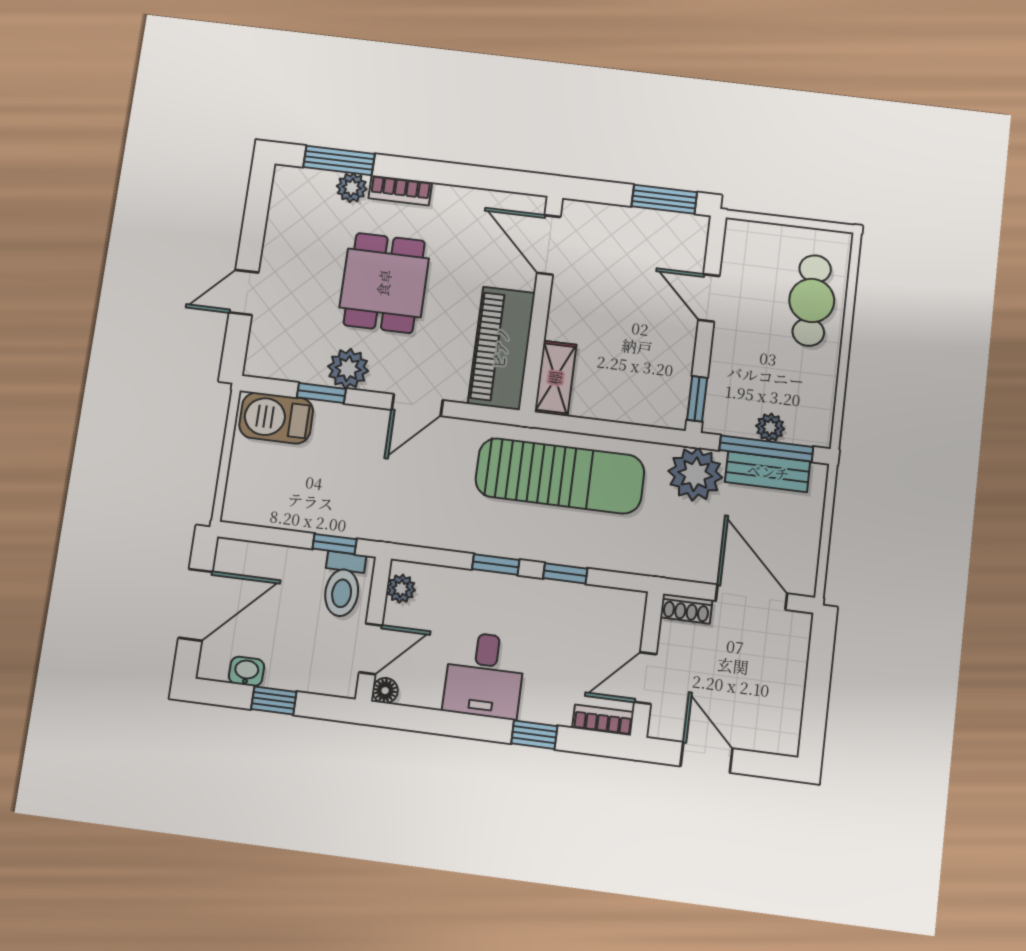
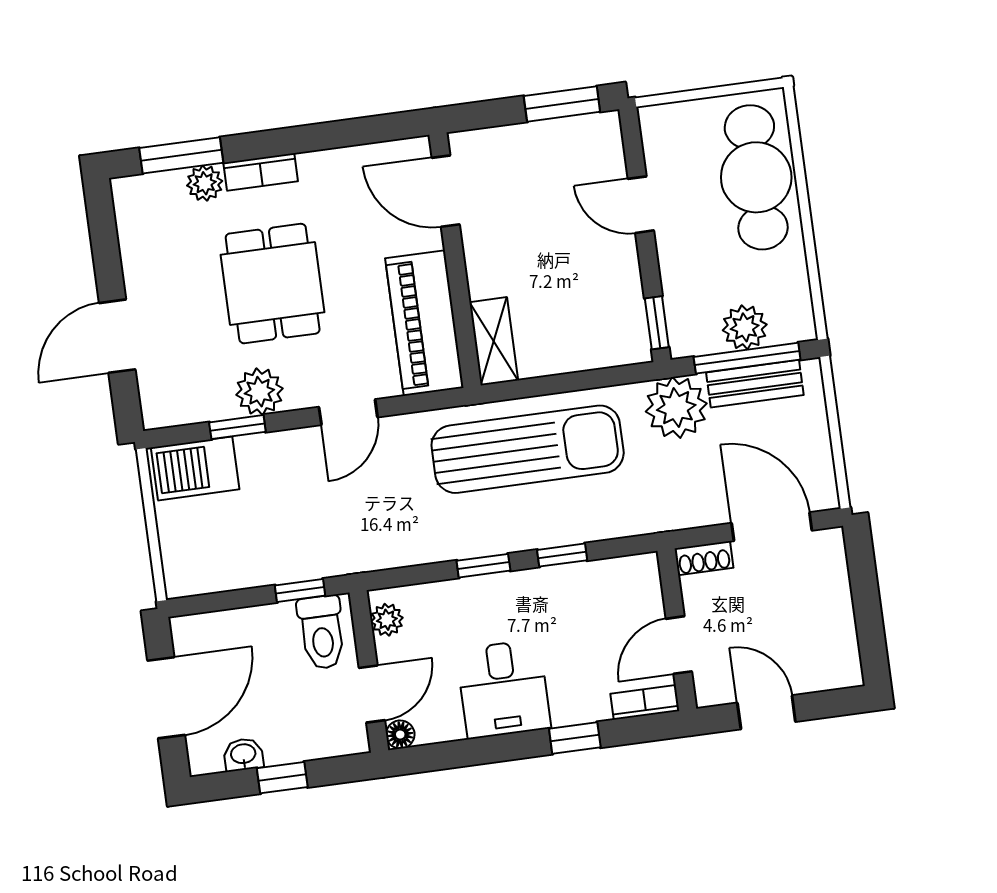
door: (244, 292) -> (117, 336), width x1.38
cafe table: (812, 300) -> (756, 177), width x1.37, depth x1.35
plant: (770, 427) -> (745, 327), width x1.38, depth x1.38

